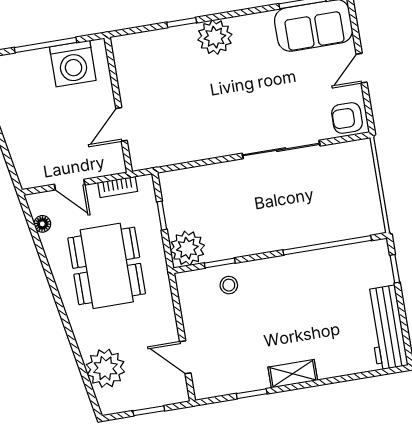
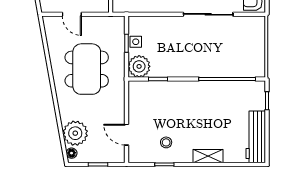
bookcase: (118, 187) -> (102, 21), removed
side table: (176, 211) -> (136, 42), added
floor lamp: (42, 224) -> (72, 153), moved
stool: (229, 285) -> (166, 142), moved
shelving: (293, 374) -> (208, 156), moved

